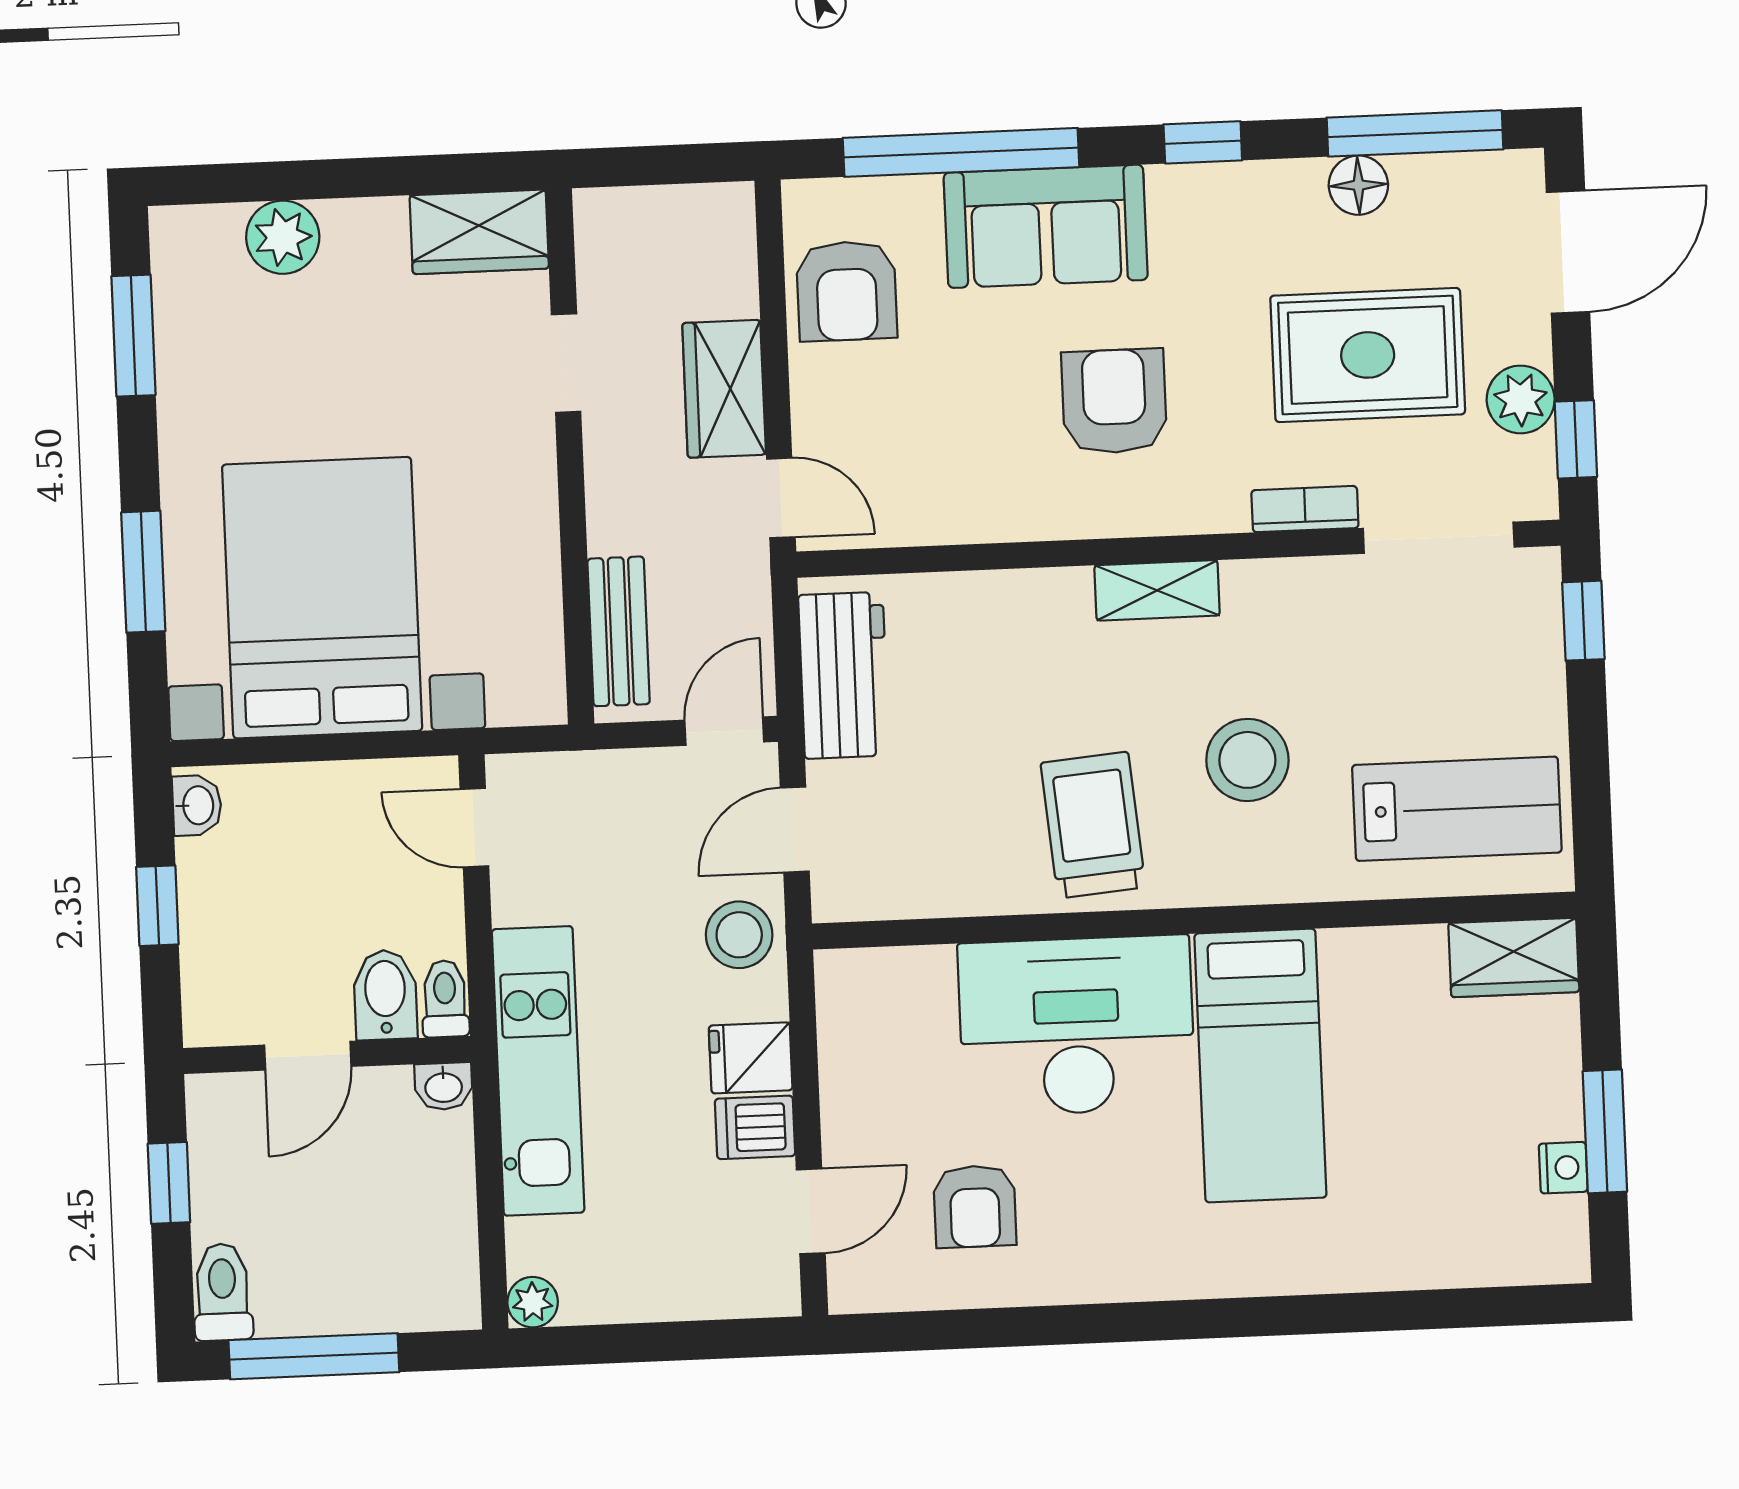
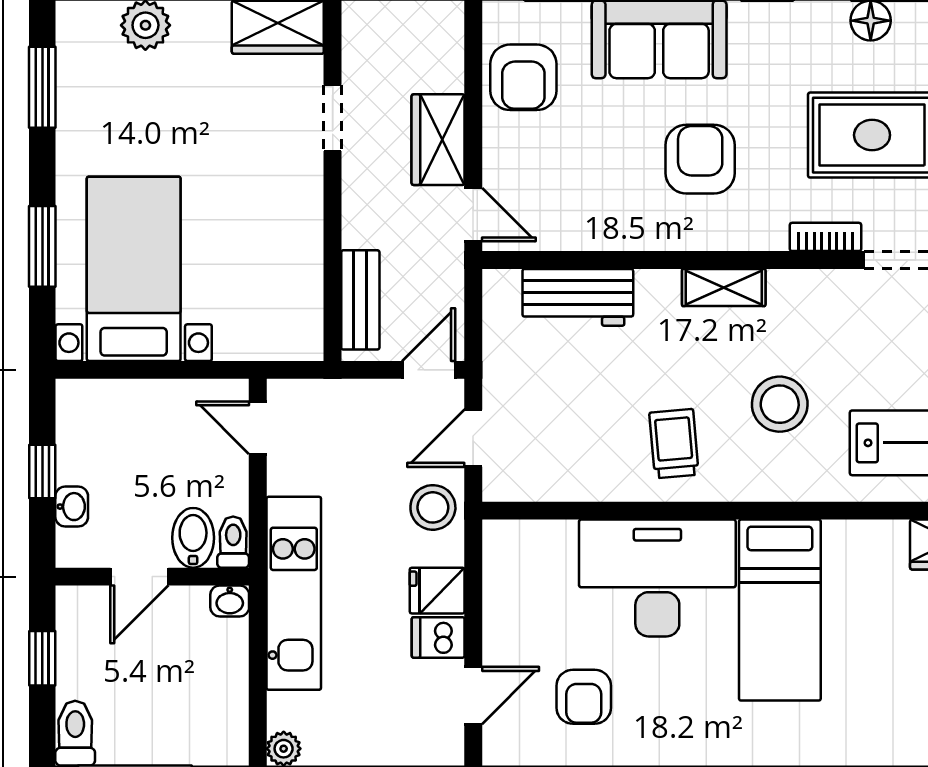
bed with nightstands: (322, 598) -> (134, 269), width x0.73
workbench: (844, 675) -> (578, 297), moved, turned 90
washbasin: (197, 805) -> (72, 507), moved
trolley: (1093, 825) -> (674, 444), width x0.73, depth x0.72

